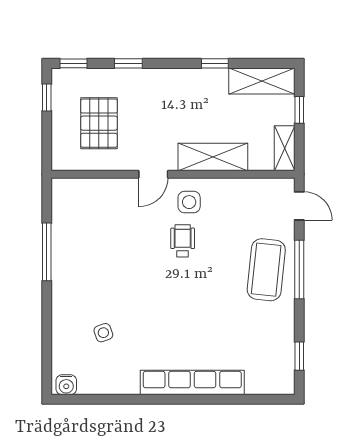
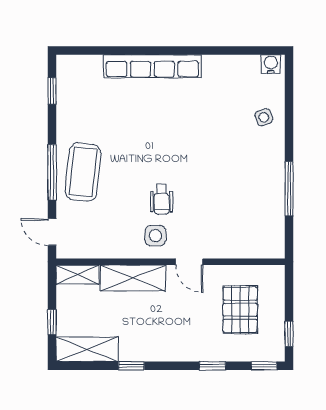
shelving: (285, 148) -> (77, 274), moved, turned 90
door: (153, 174) -> (189, 262), swing flipped
side table: (103, 333) -> (264, 117), moved

